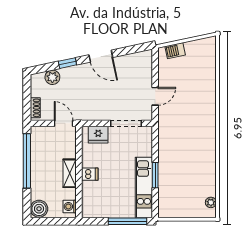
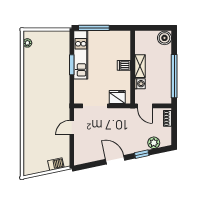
washing machine: (70, 206) -> (140, 84), moved

